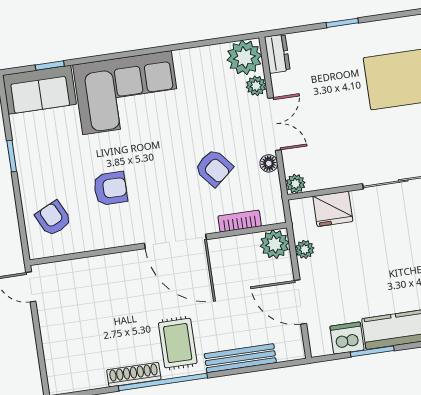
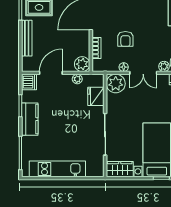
armchair: (214, 168) -> (125, 39), turned -50
plant: (295, 184) -> (116, 84), width x1.88, depth x1.88
dishwasher: (347, 338) -> (29, 82), moved

